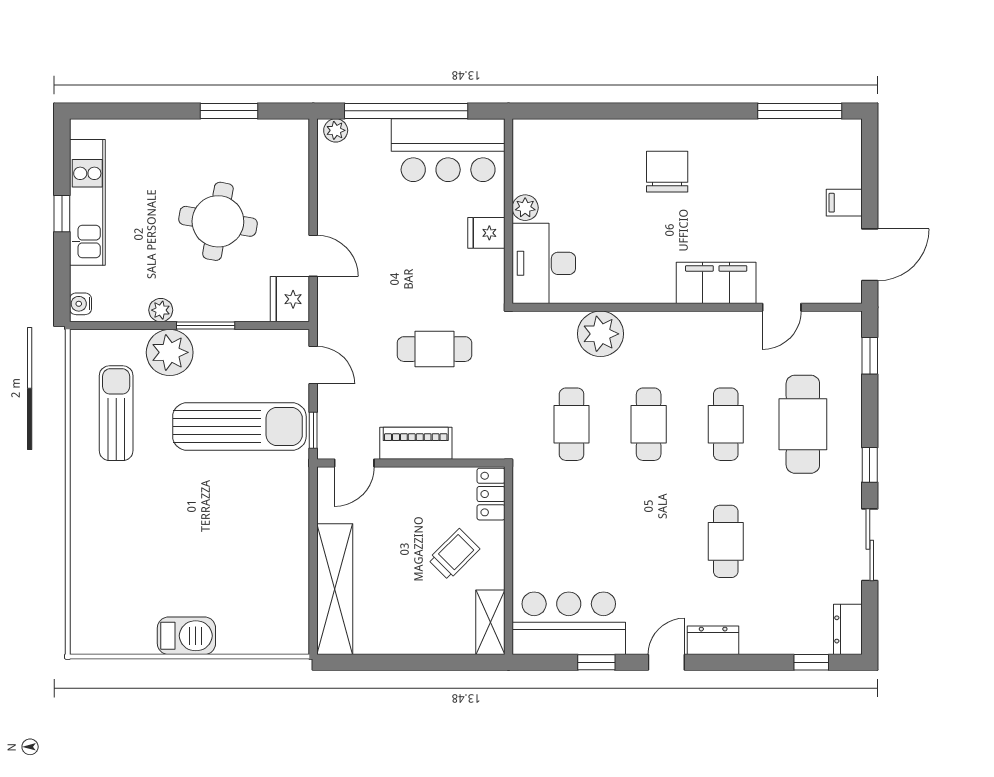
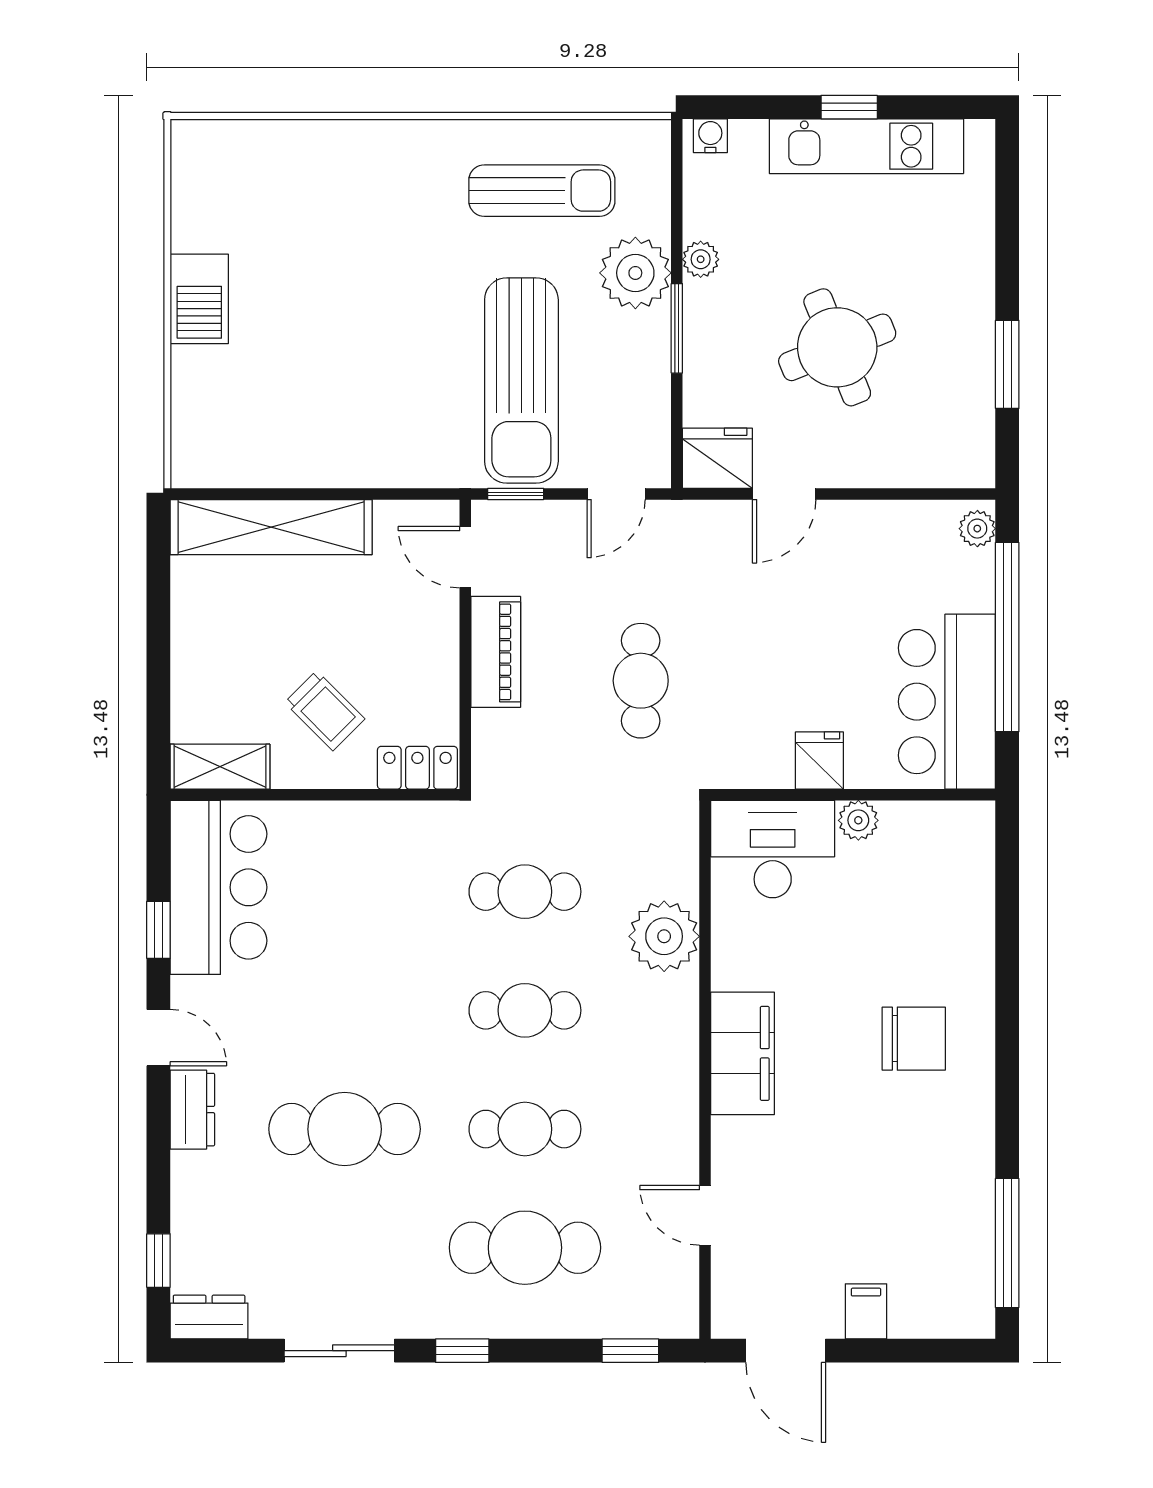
round table: (218, 221) -> (837, 347), turned -32
filing cabinet: (716, 283) -> (742, 1053), moved
cafe table: (726, 541) -> (345, 1129), width x1.37, depth x1.35

